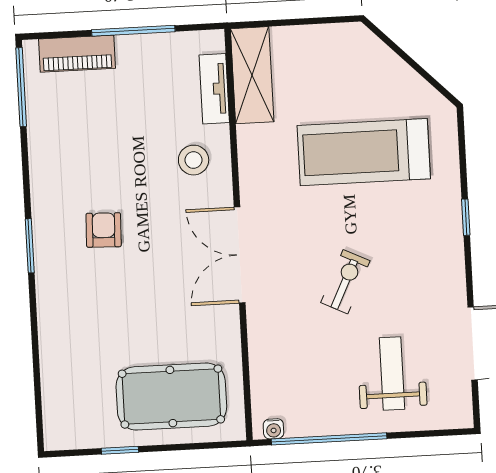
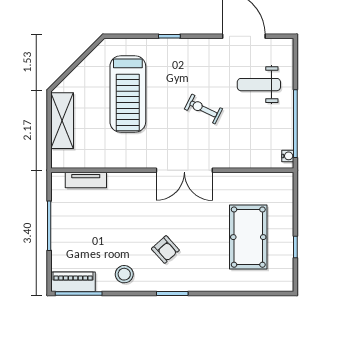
piano: (77, 54) -> (73, 282), moved, turned -90
shelving: (252, 75) -> (62, 121), moved, turned 90
stool: (194, 160) -> (124, 274), moved
armchair: (104, 230) -> (165, 249), turned -134
pool table: (171, 397) -> (248, 237), moved

